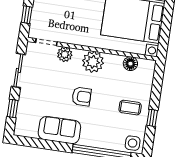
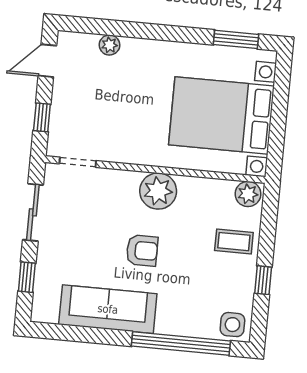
plant: (65, 54) -> (248, 194), moved
floor lamp: (130, 64) -> (222, 191), removed
coffee table: (130, 108) -> (234, 242), moved
sofa: (59, 130) -> (108, 309), width x1.36

